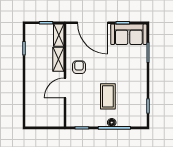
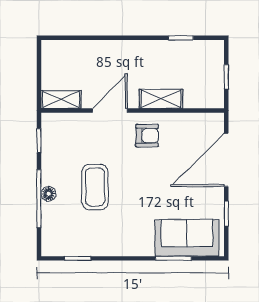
sofa: (129, 34) -> (187, 238), moved, turned 90
shelving: (59, 35) -> (61, 100), moved
door: (65, 88) -> (110, 111), hinge flipped
coffee table: (108, 96) -> (95, 187), turned 90

